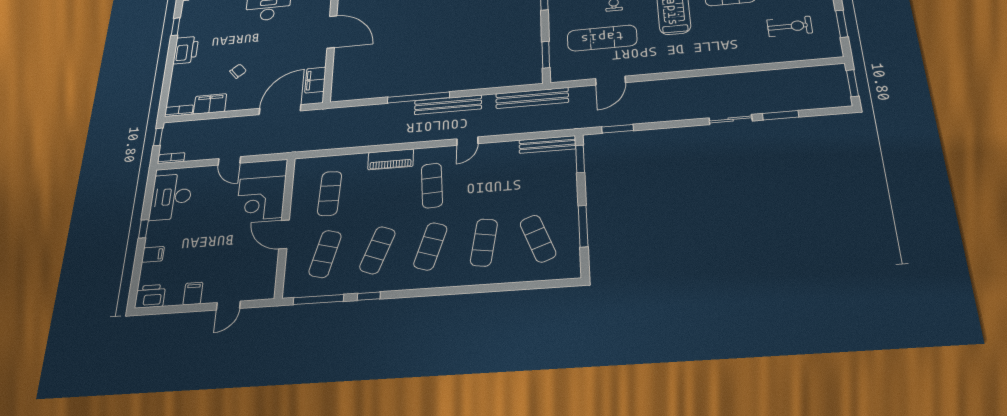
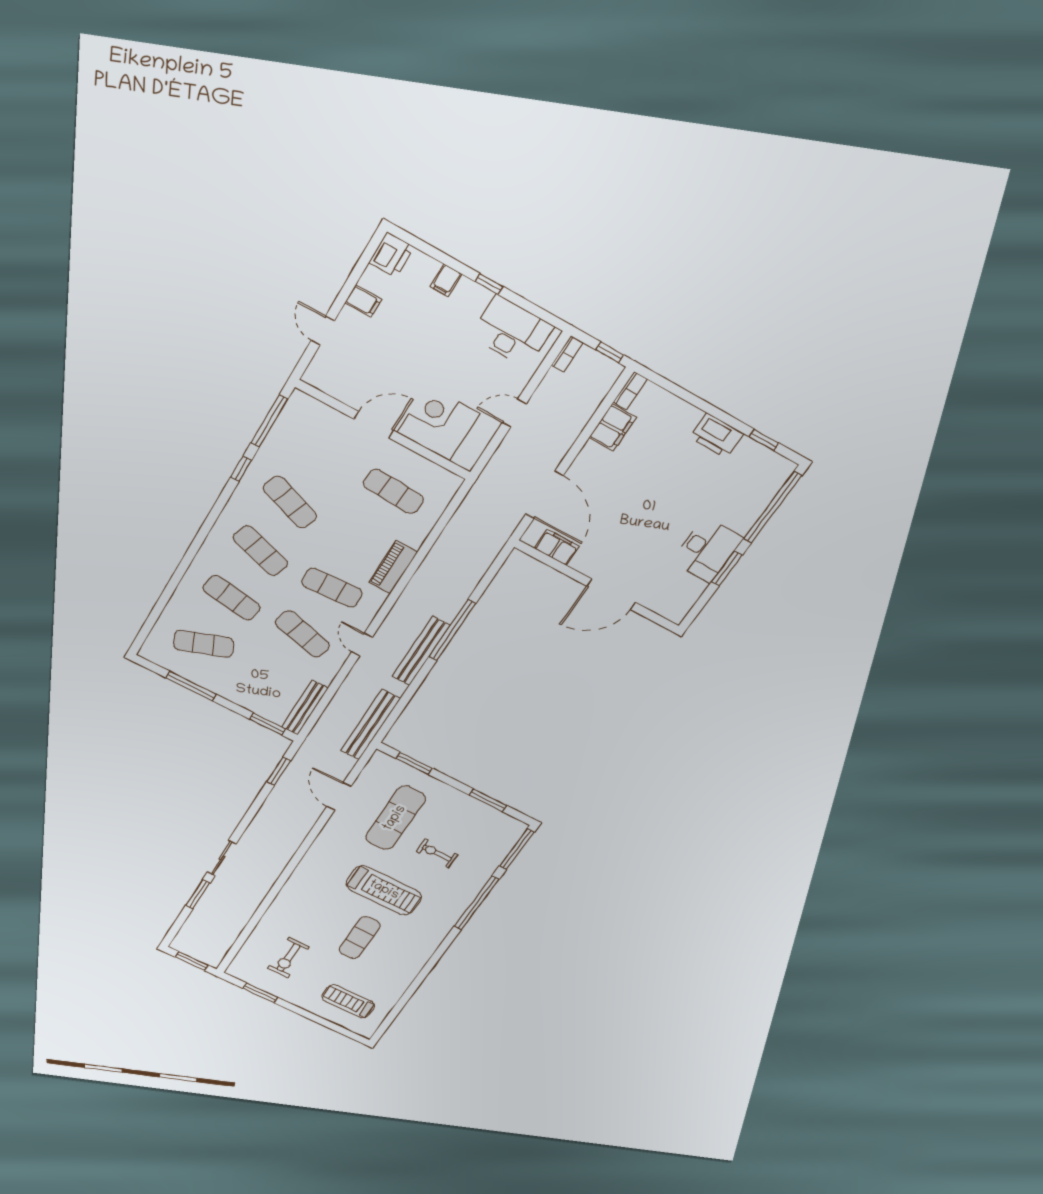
chair: (238, 71) -> (636, 477), removed
exercise mat: (325, 254) -> (302, 634), moved

